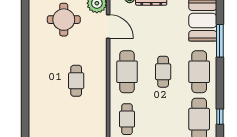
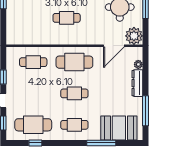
cafe table: (199, 72) -> (74, 125), width x0.73, depth x0.74

